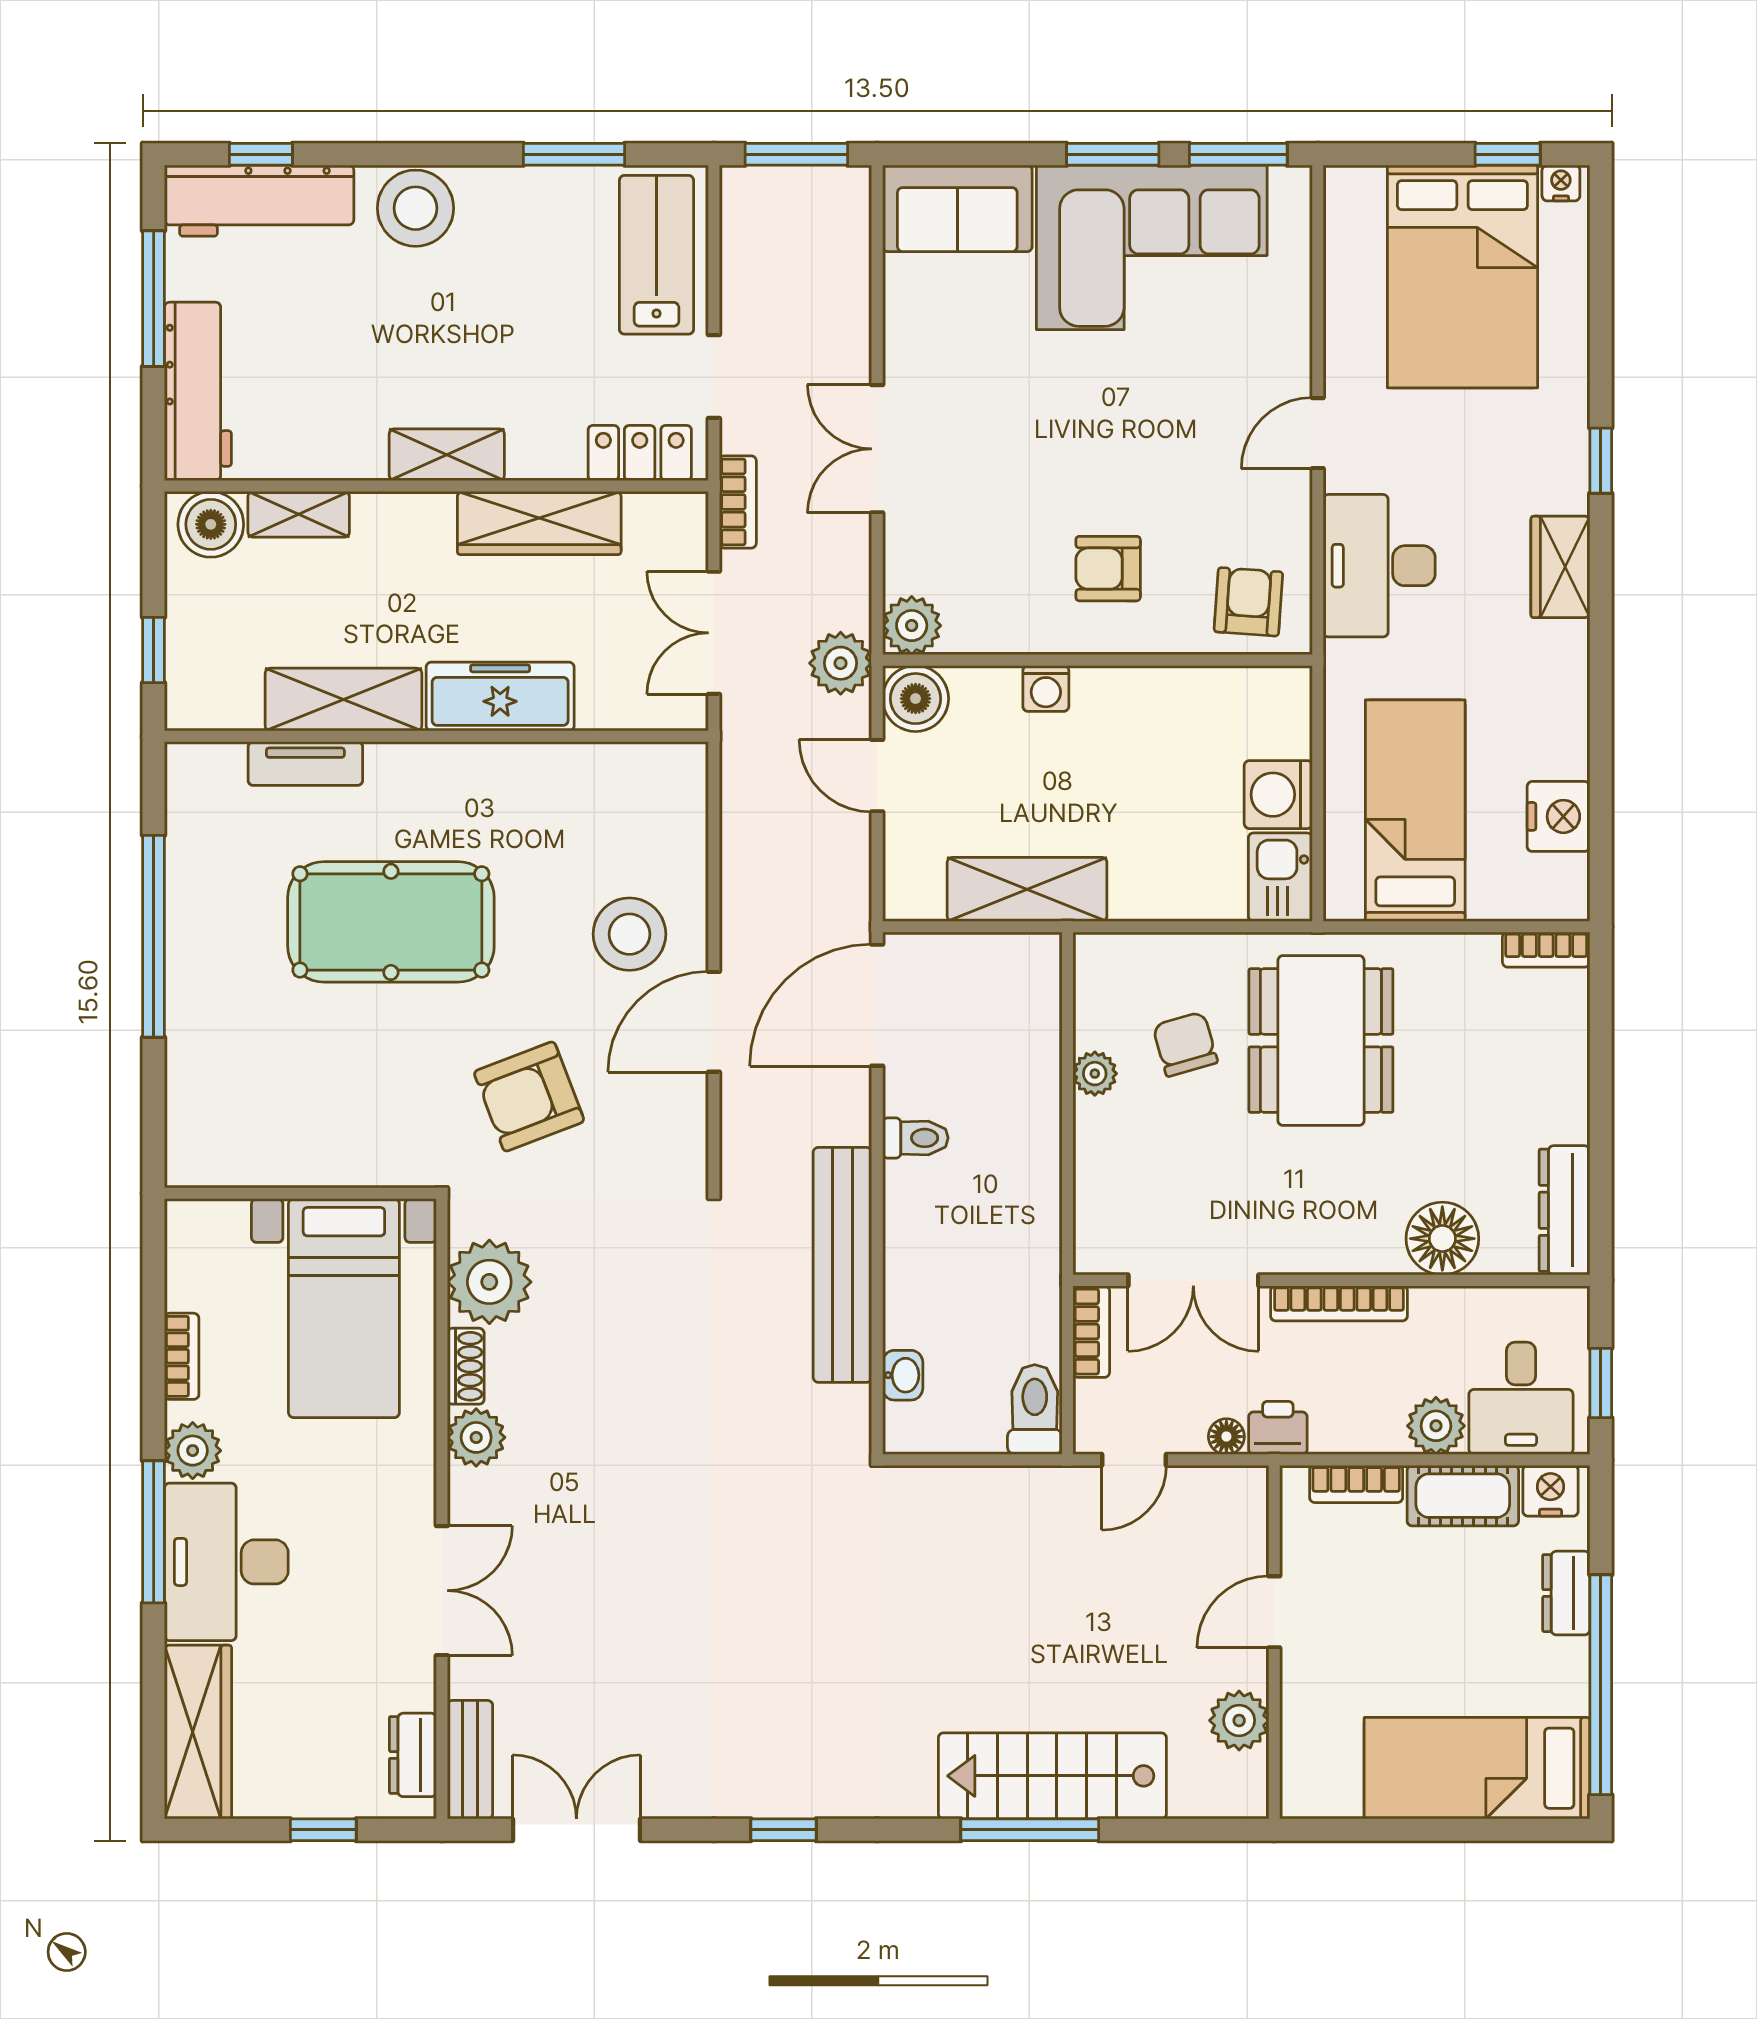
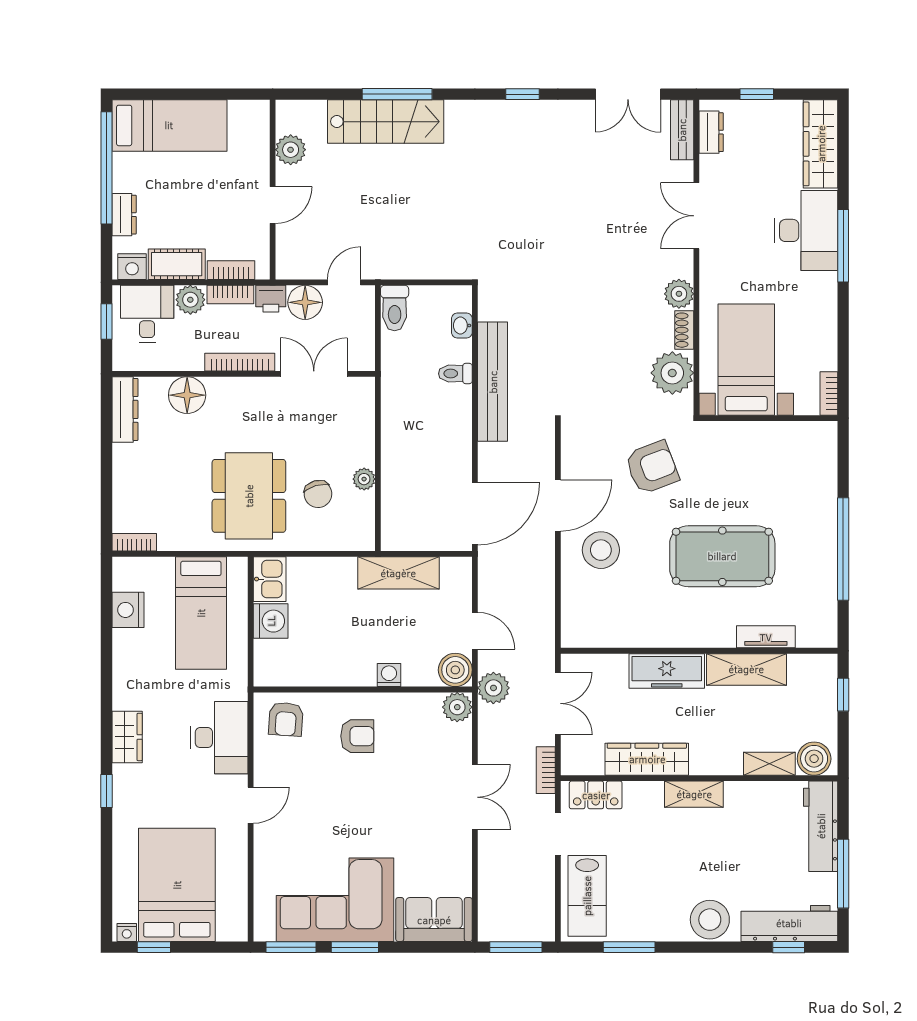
toilet: (915, 1138) -> (455, 374), moved
bookcase: (1091, 1332) -> (230, 294), moved, turned -90
bookcase: (182, 1356) -> (829, 393), moved
floor lamp: (1226, 1437) -> (305, 302), width x1.89, depth x1.89
plant: (193, 1451) -> (823, 287), removed

